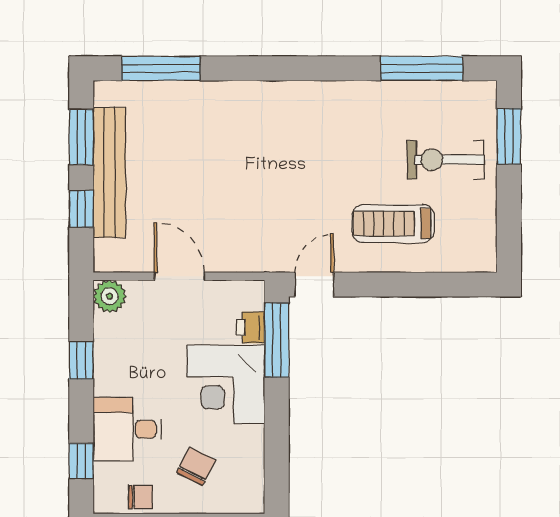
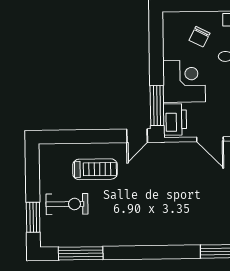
printer: (251, 327) -> (175, 119), width x1.87, depth x1.48

